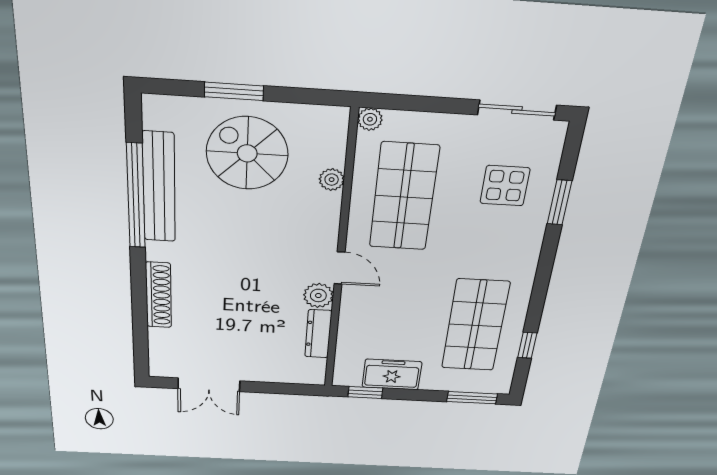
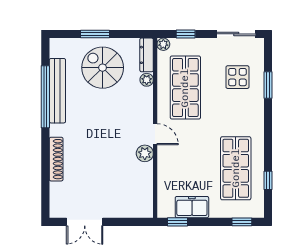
window: (417, 103) -> (186, 34), added
dresser: (318, 334) -> (147, 55), moved
window: (472, 398) -> (242, 222), width x0.67

